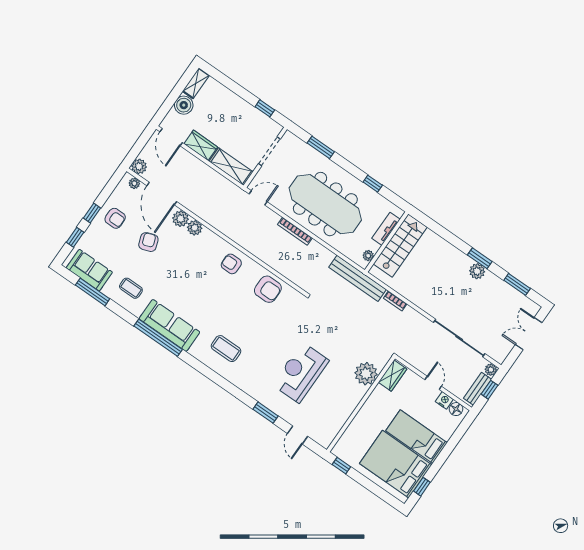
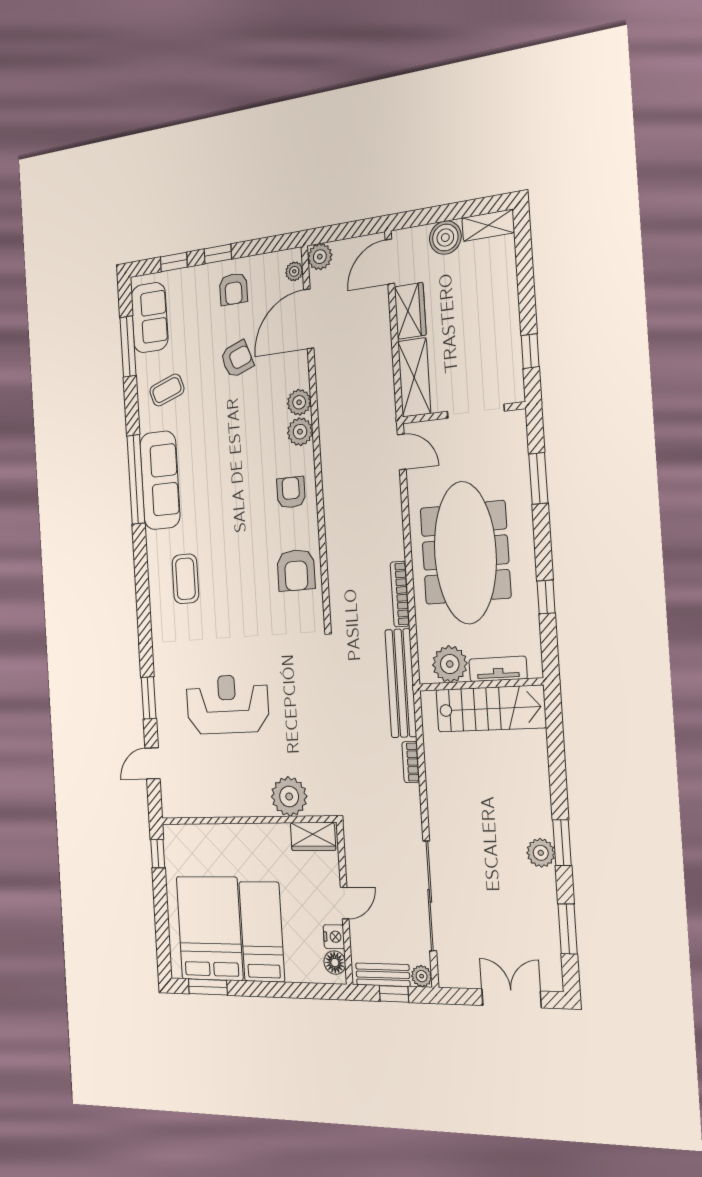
plant: (181, 219) -> (300, 432), moved
bookcase: (295, 231) -> (400, 594), moved
plant: (368, 256) -> (450, 664), width x1.87, depth x1.87
coffee table: (131, 288) -> (167, 390), turned 71
window: (422, 487) -> (208, 987), width x1.50

